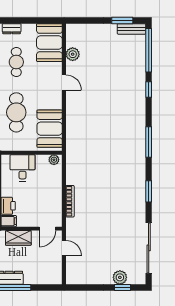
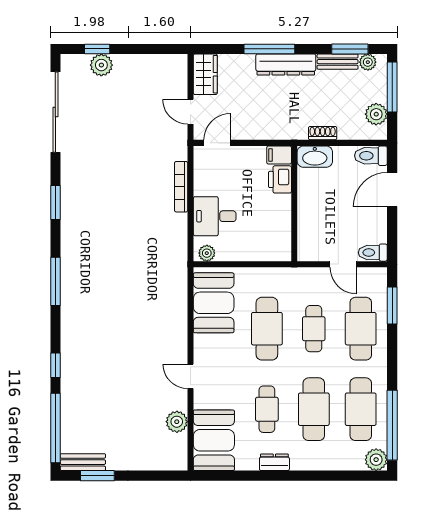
desk: (22, 168) -> (215, 216), moved, turned 90
wardrobe: (18, 238) -> (205, 74), moved, turned 90

